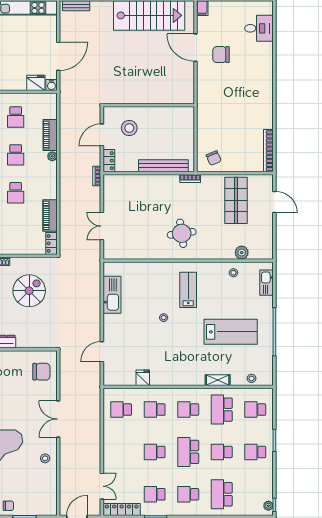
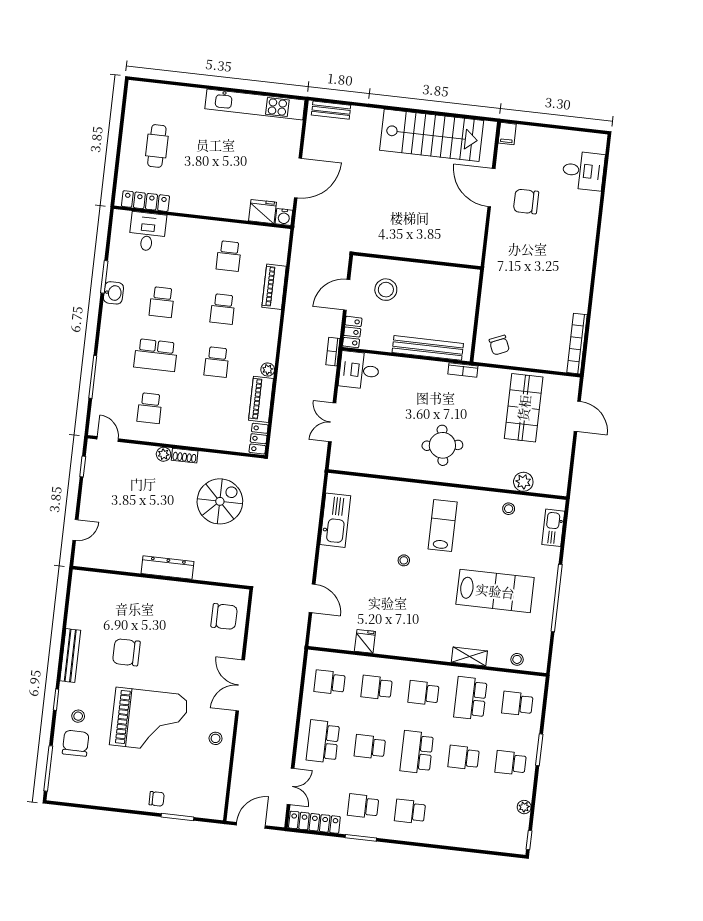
plant: (52, 156) -> (268, 369), moved
desk: (117, 187) -> (359, 370), added
door: (102, 352) -> (312, 598), swing flipped
school desk: (222, 494) -> (323, 742), moved
plant: (268, 506) -> (524, 807), moved

